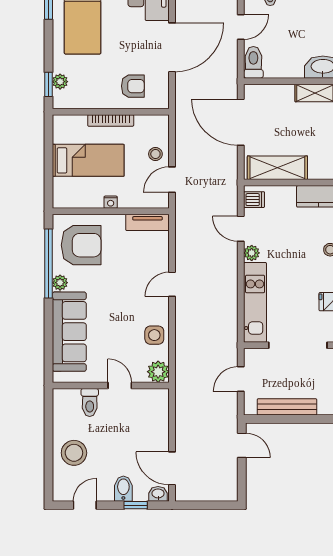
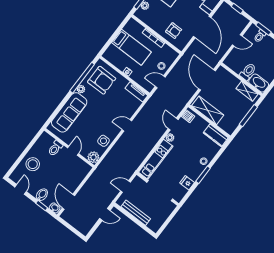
door: (172, 47) -> (202, 27), hinge flipped
toilet: (253, 62) -> (248, 72), moved
door: (242, 445) -> (105, 214), hinge flipped
door: (85, 505) -> (21, 189), hinge flipped

